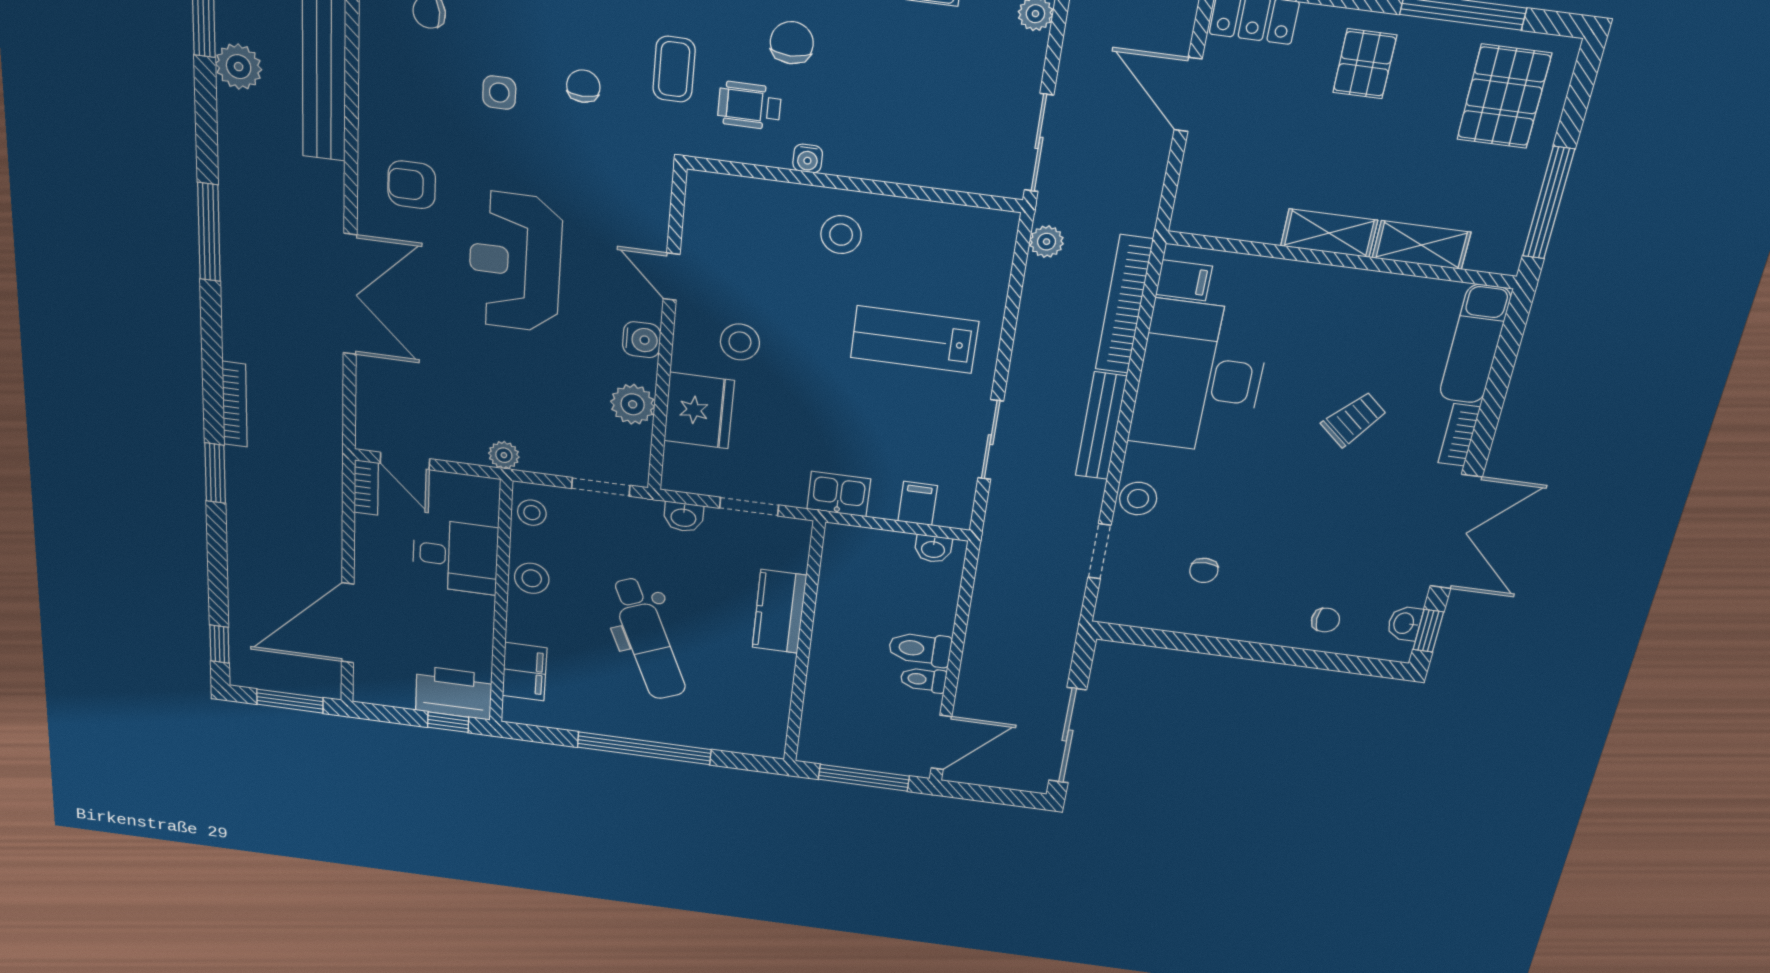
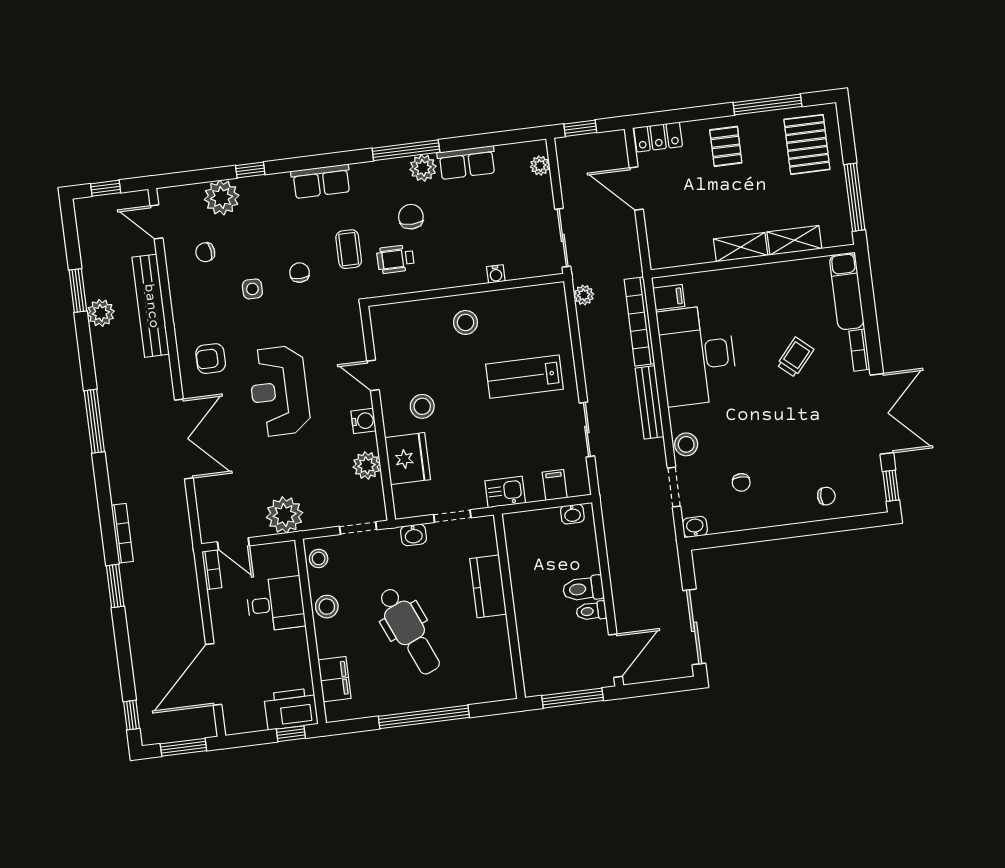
water cooler: (808, 159) -> (496, 274), moved
plant: (504, 455) -> (285, 515), width x1.88, depth x1.88
washbasin: (1405, 623) -> (695, 527), moved, turned 90

